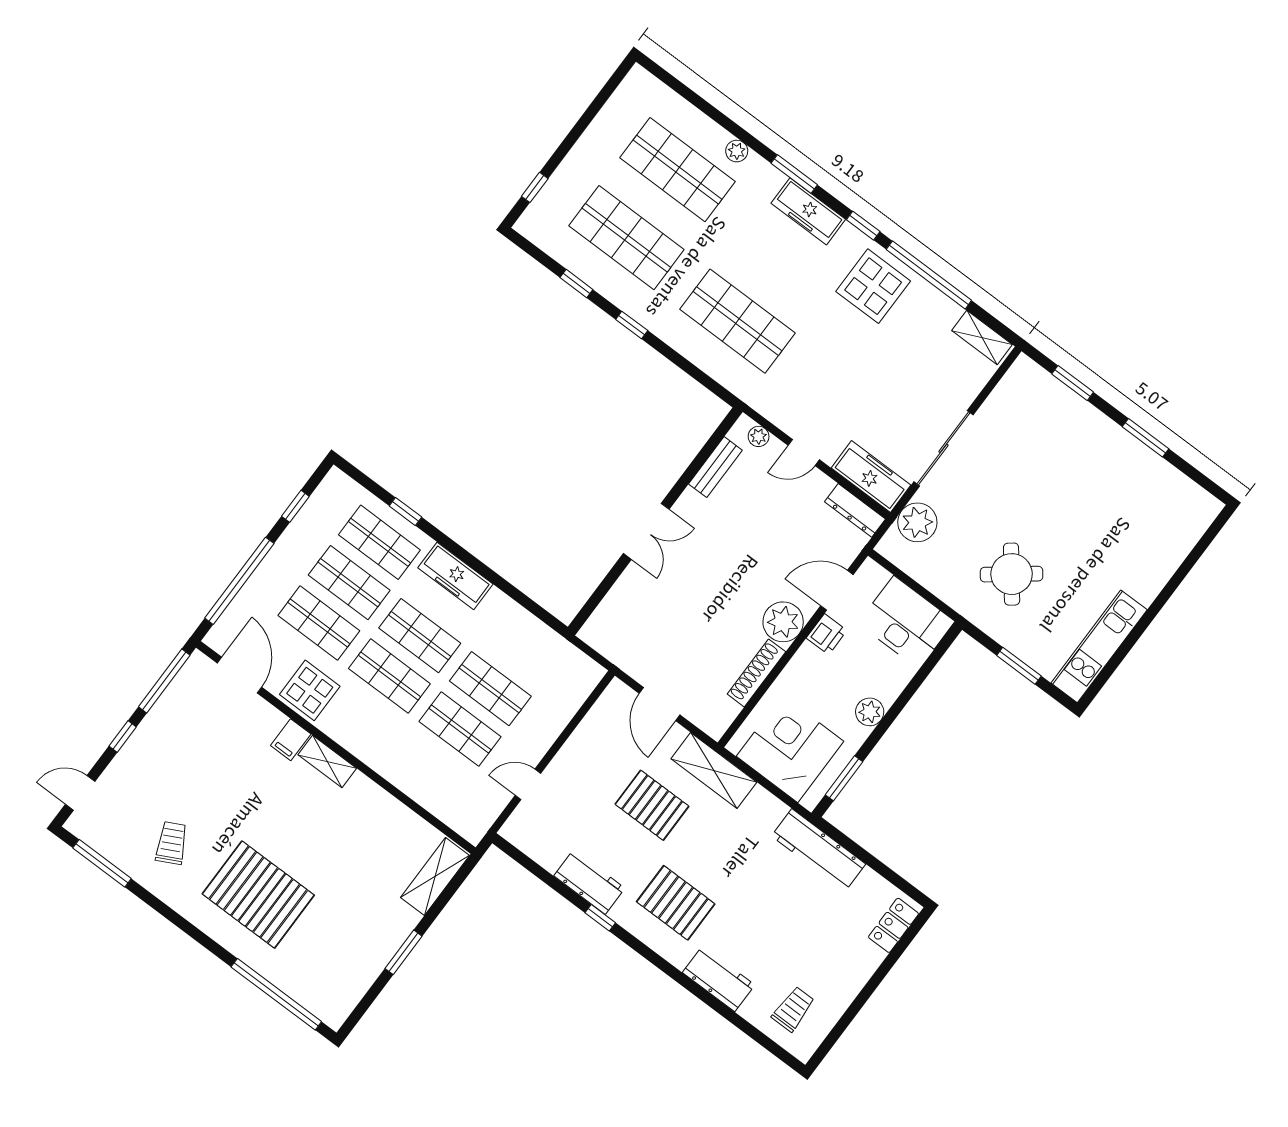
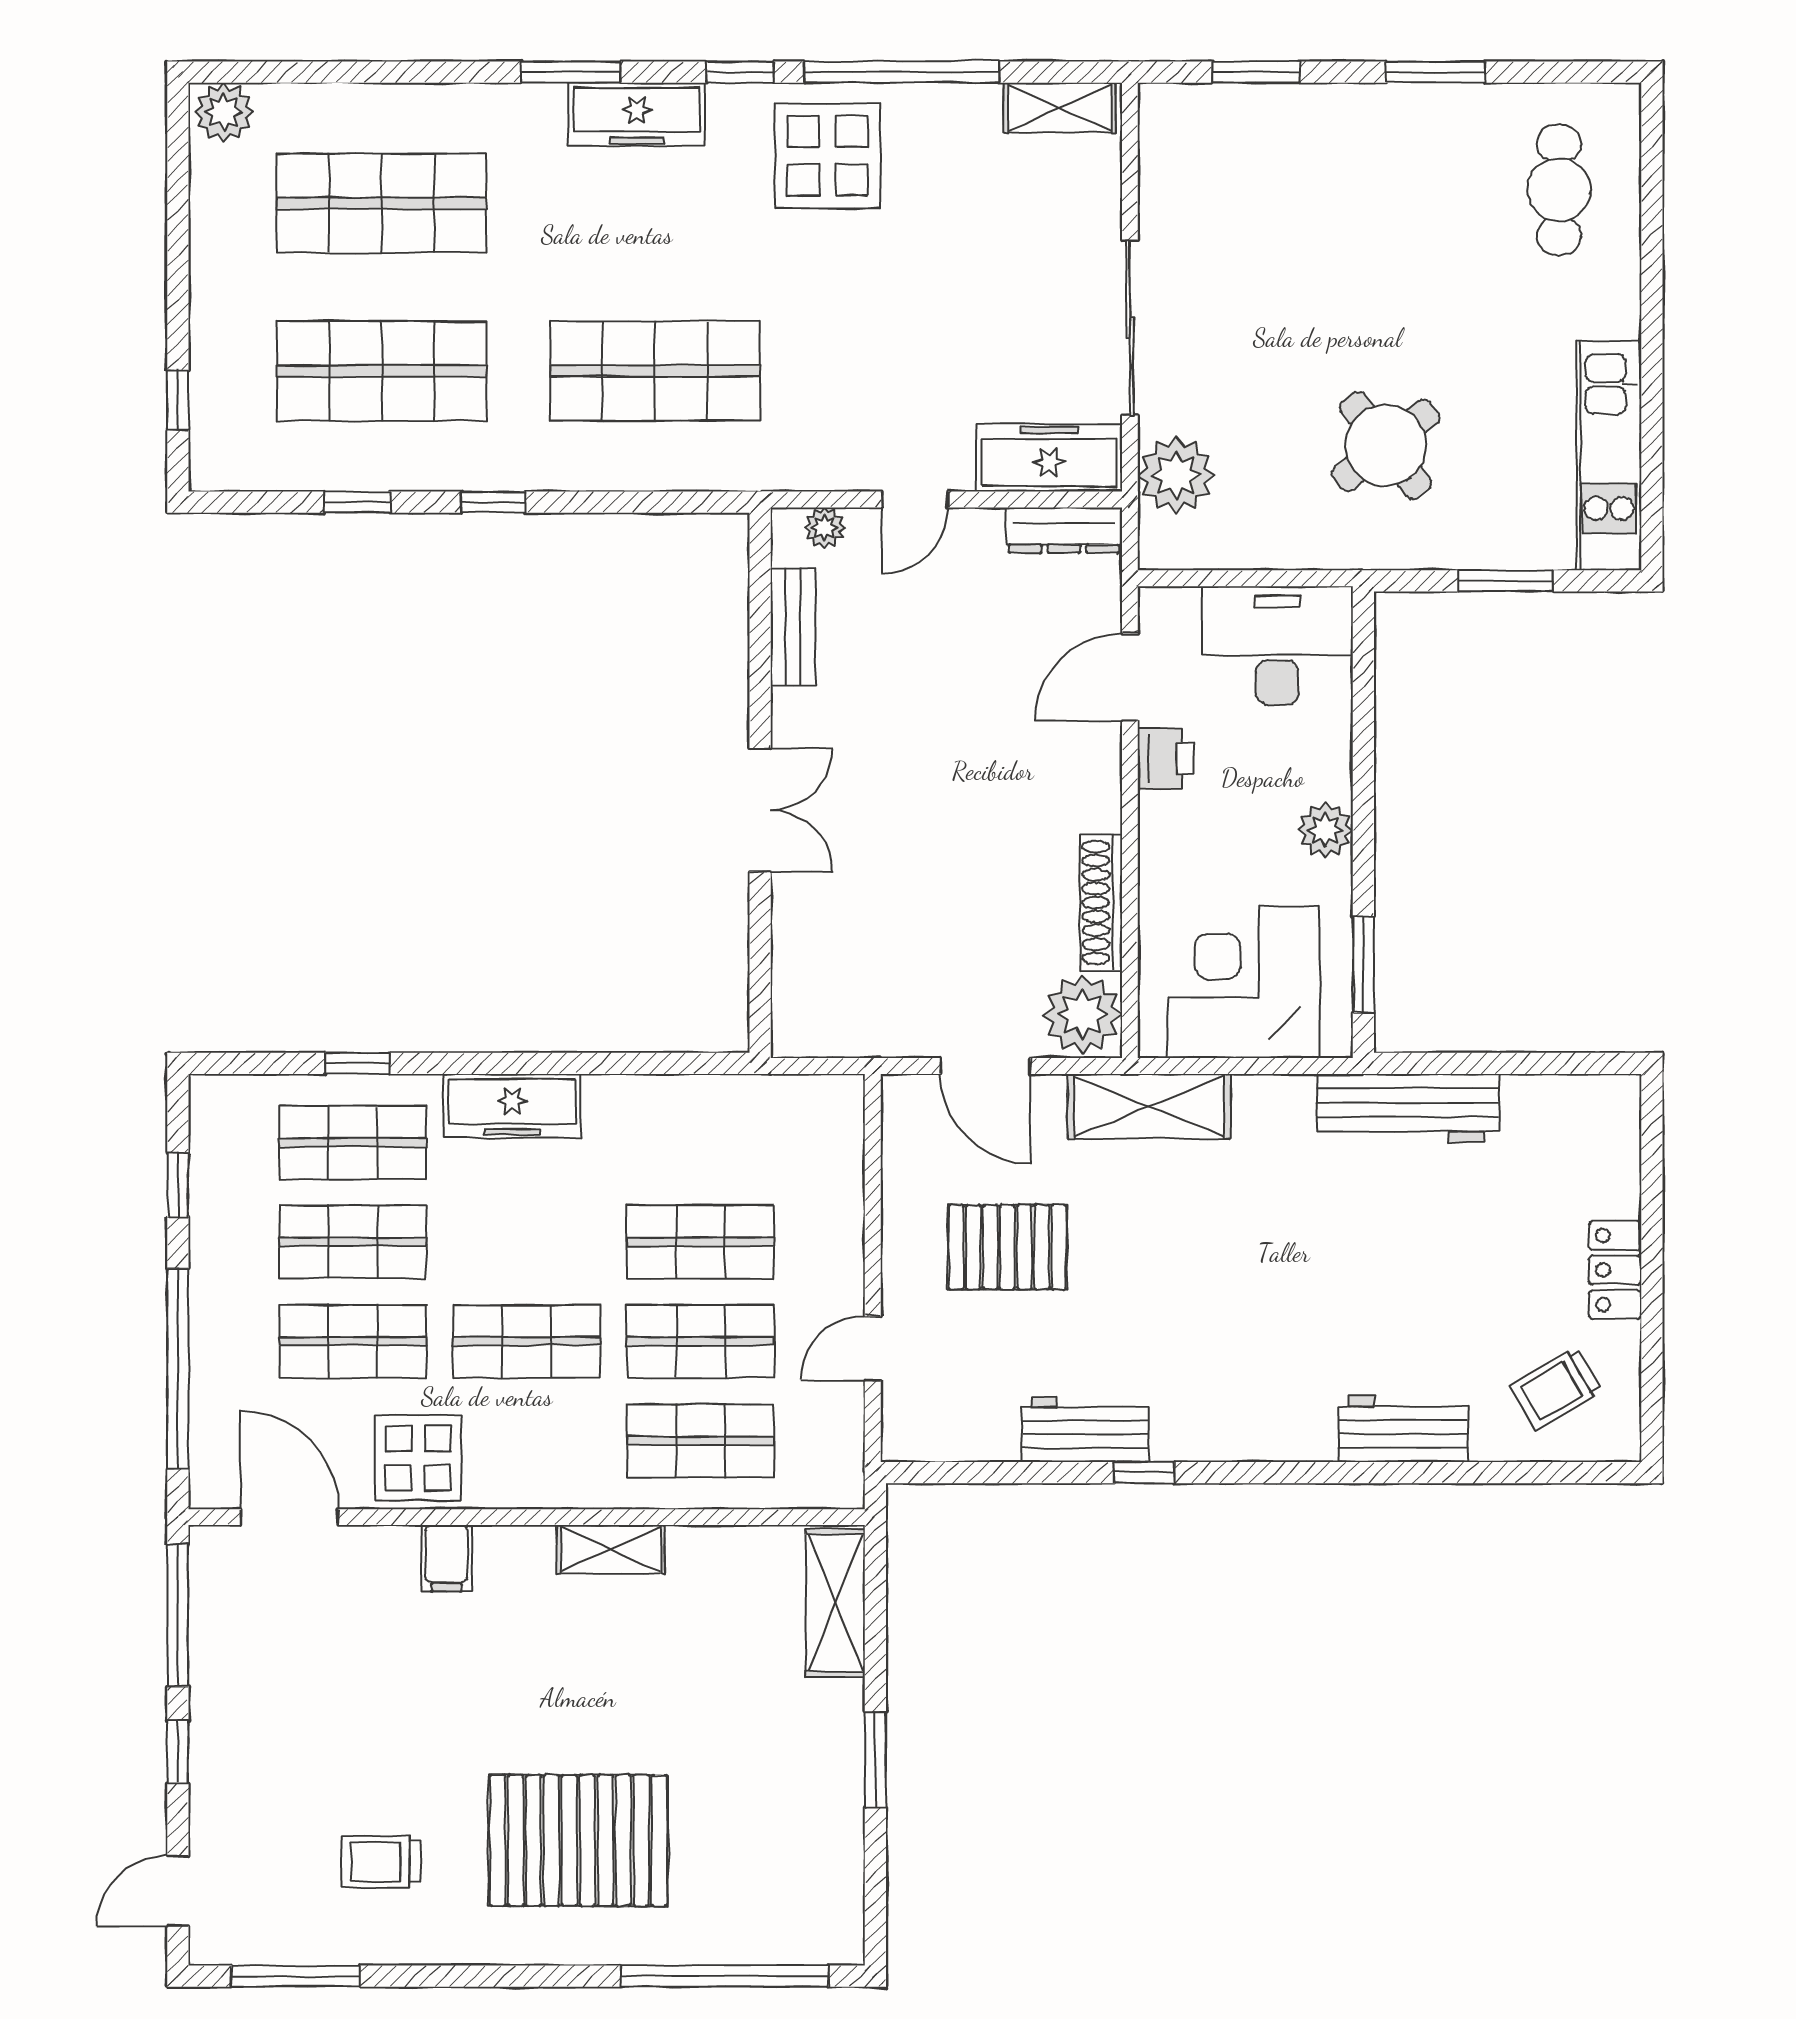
plant: (737, 151) -> (224, 112), moved, width x1.38, depth x1.38
cafe table: (1160, 523) -> (1559, 190), added
plant: (783, 622) -> (1082, 1014), moved
shop shelf: (420, 636) -> (700, 1441), moved
shelving: (327, 761) -> (611, 1549), moved
pallet: (652, 805) -> (1007, 1247), moved
trolley: (172, 843) -> (381, 1862), turned -63
pallet: (676, 903) -> (1246, 1360), removed
locker: (893, 925) -> (1615, 1270), moved
trolley: (793, 1009) -> (1556, 1388), turned -120

